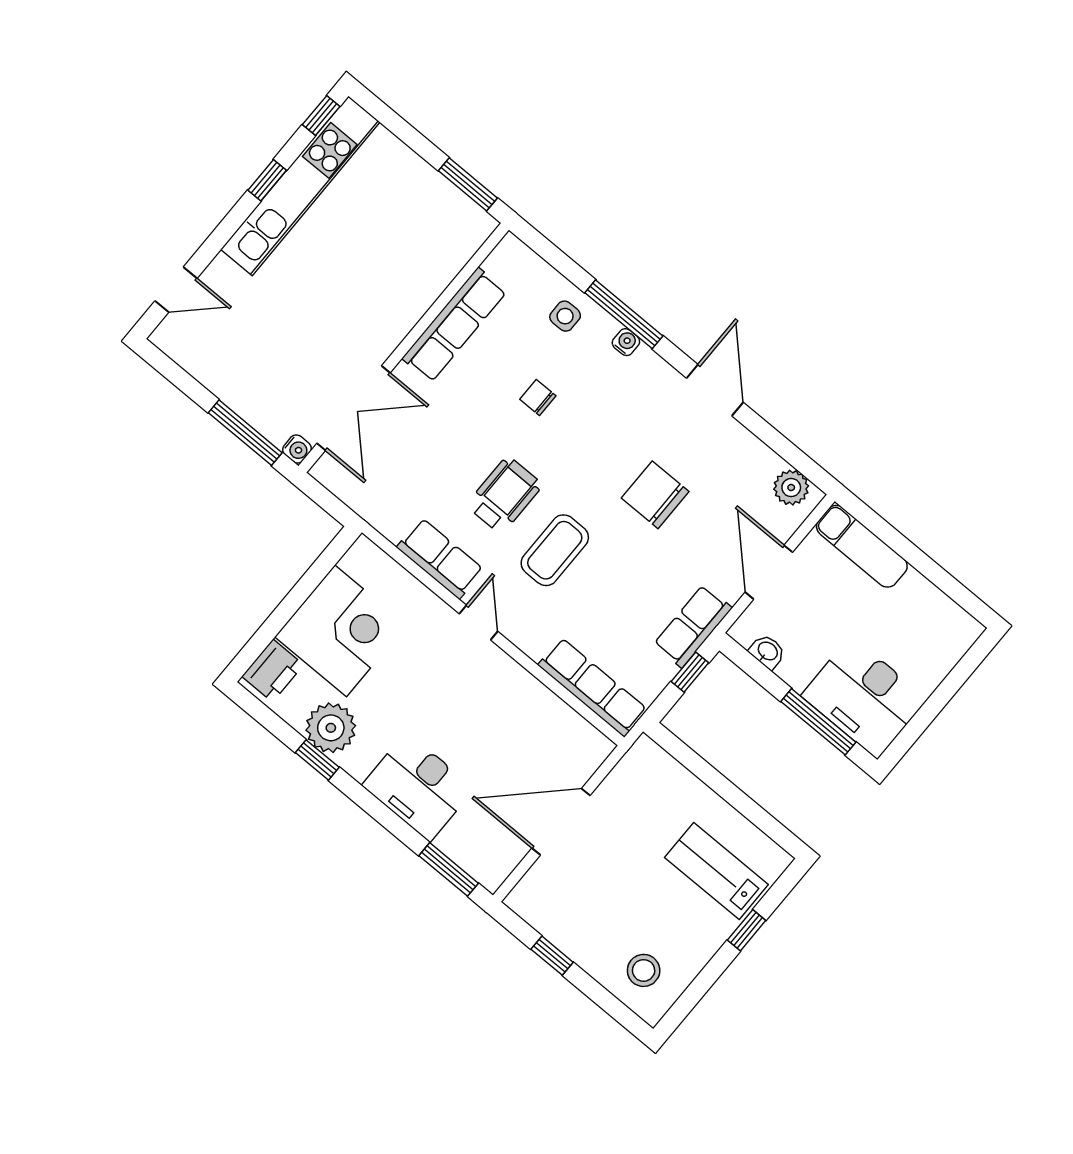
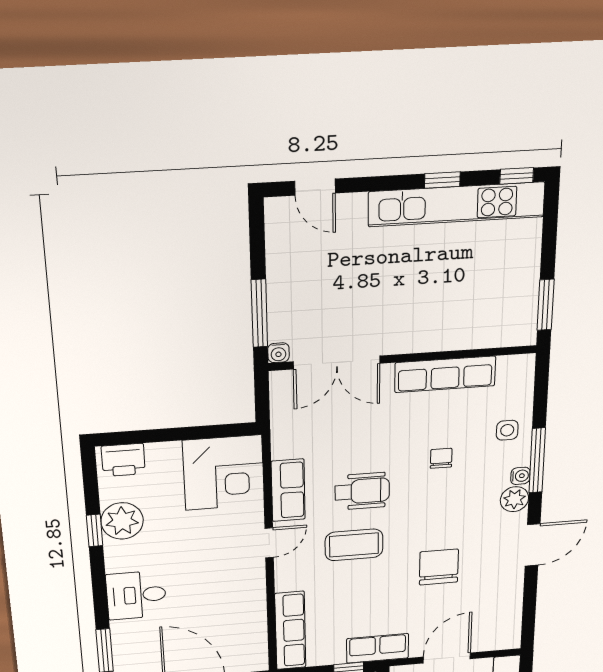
plant: (791, 488) -> (514, 499), moved
corner desk: (341, 631) -> (223, 473), moved
desk: (418, 787) -> (136, 595), width x0.73

